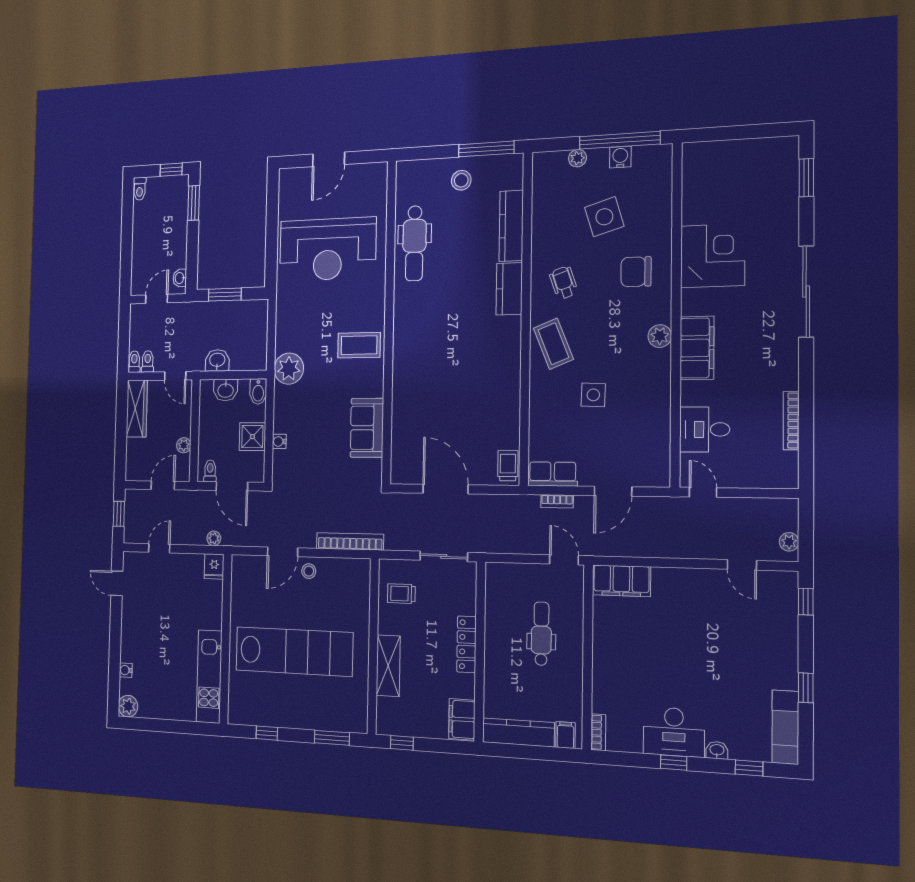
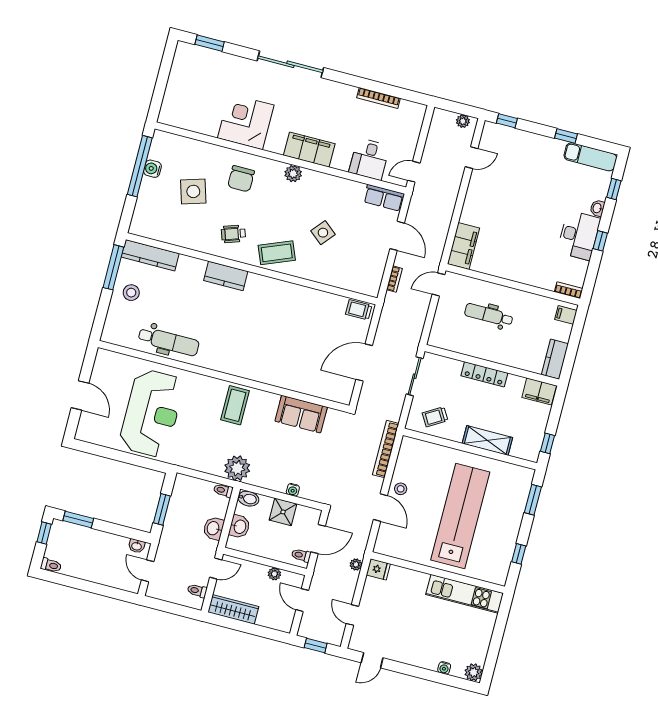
plant: (578, 158) -> (143, 200), removed
kitchen counter: (511, 226) -> (150, 255), moved
toilet: (134, 362) -> (223, 490), moved
side table: (593, 395) -> (323, 233), turned 38
row of seats: (553, 474) -> (384, 198), moved, turned -90
trolley: (401, 594) -> (435, 417), turned 59
kitchen counter: (518, 732) -> (555, 359), width x0.67

